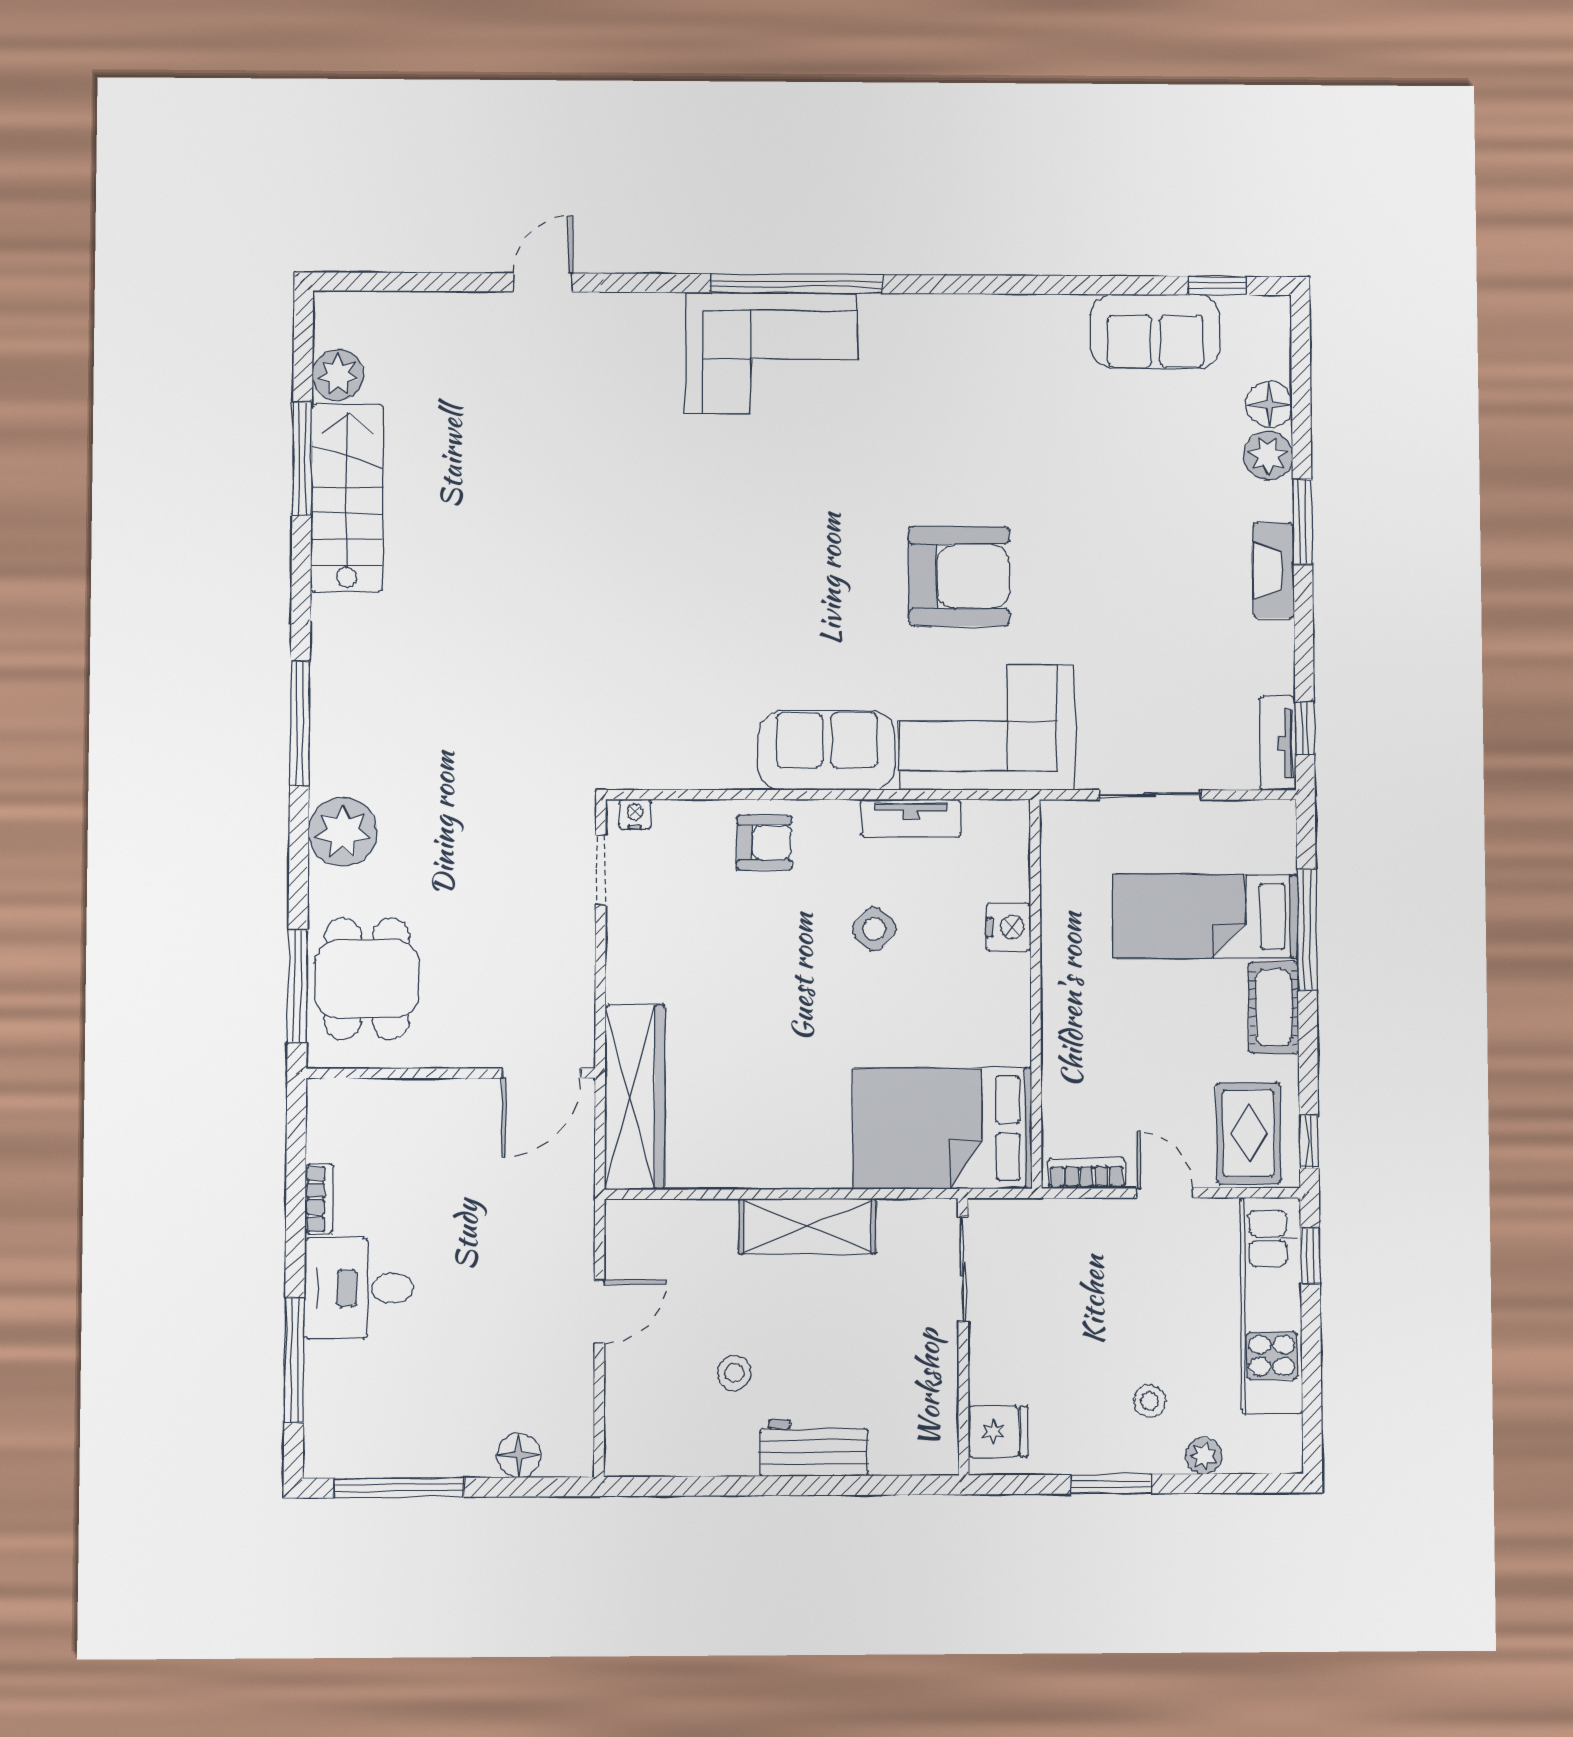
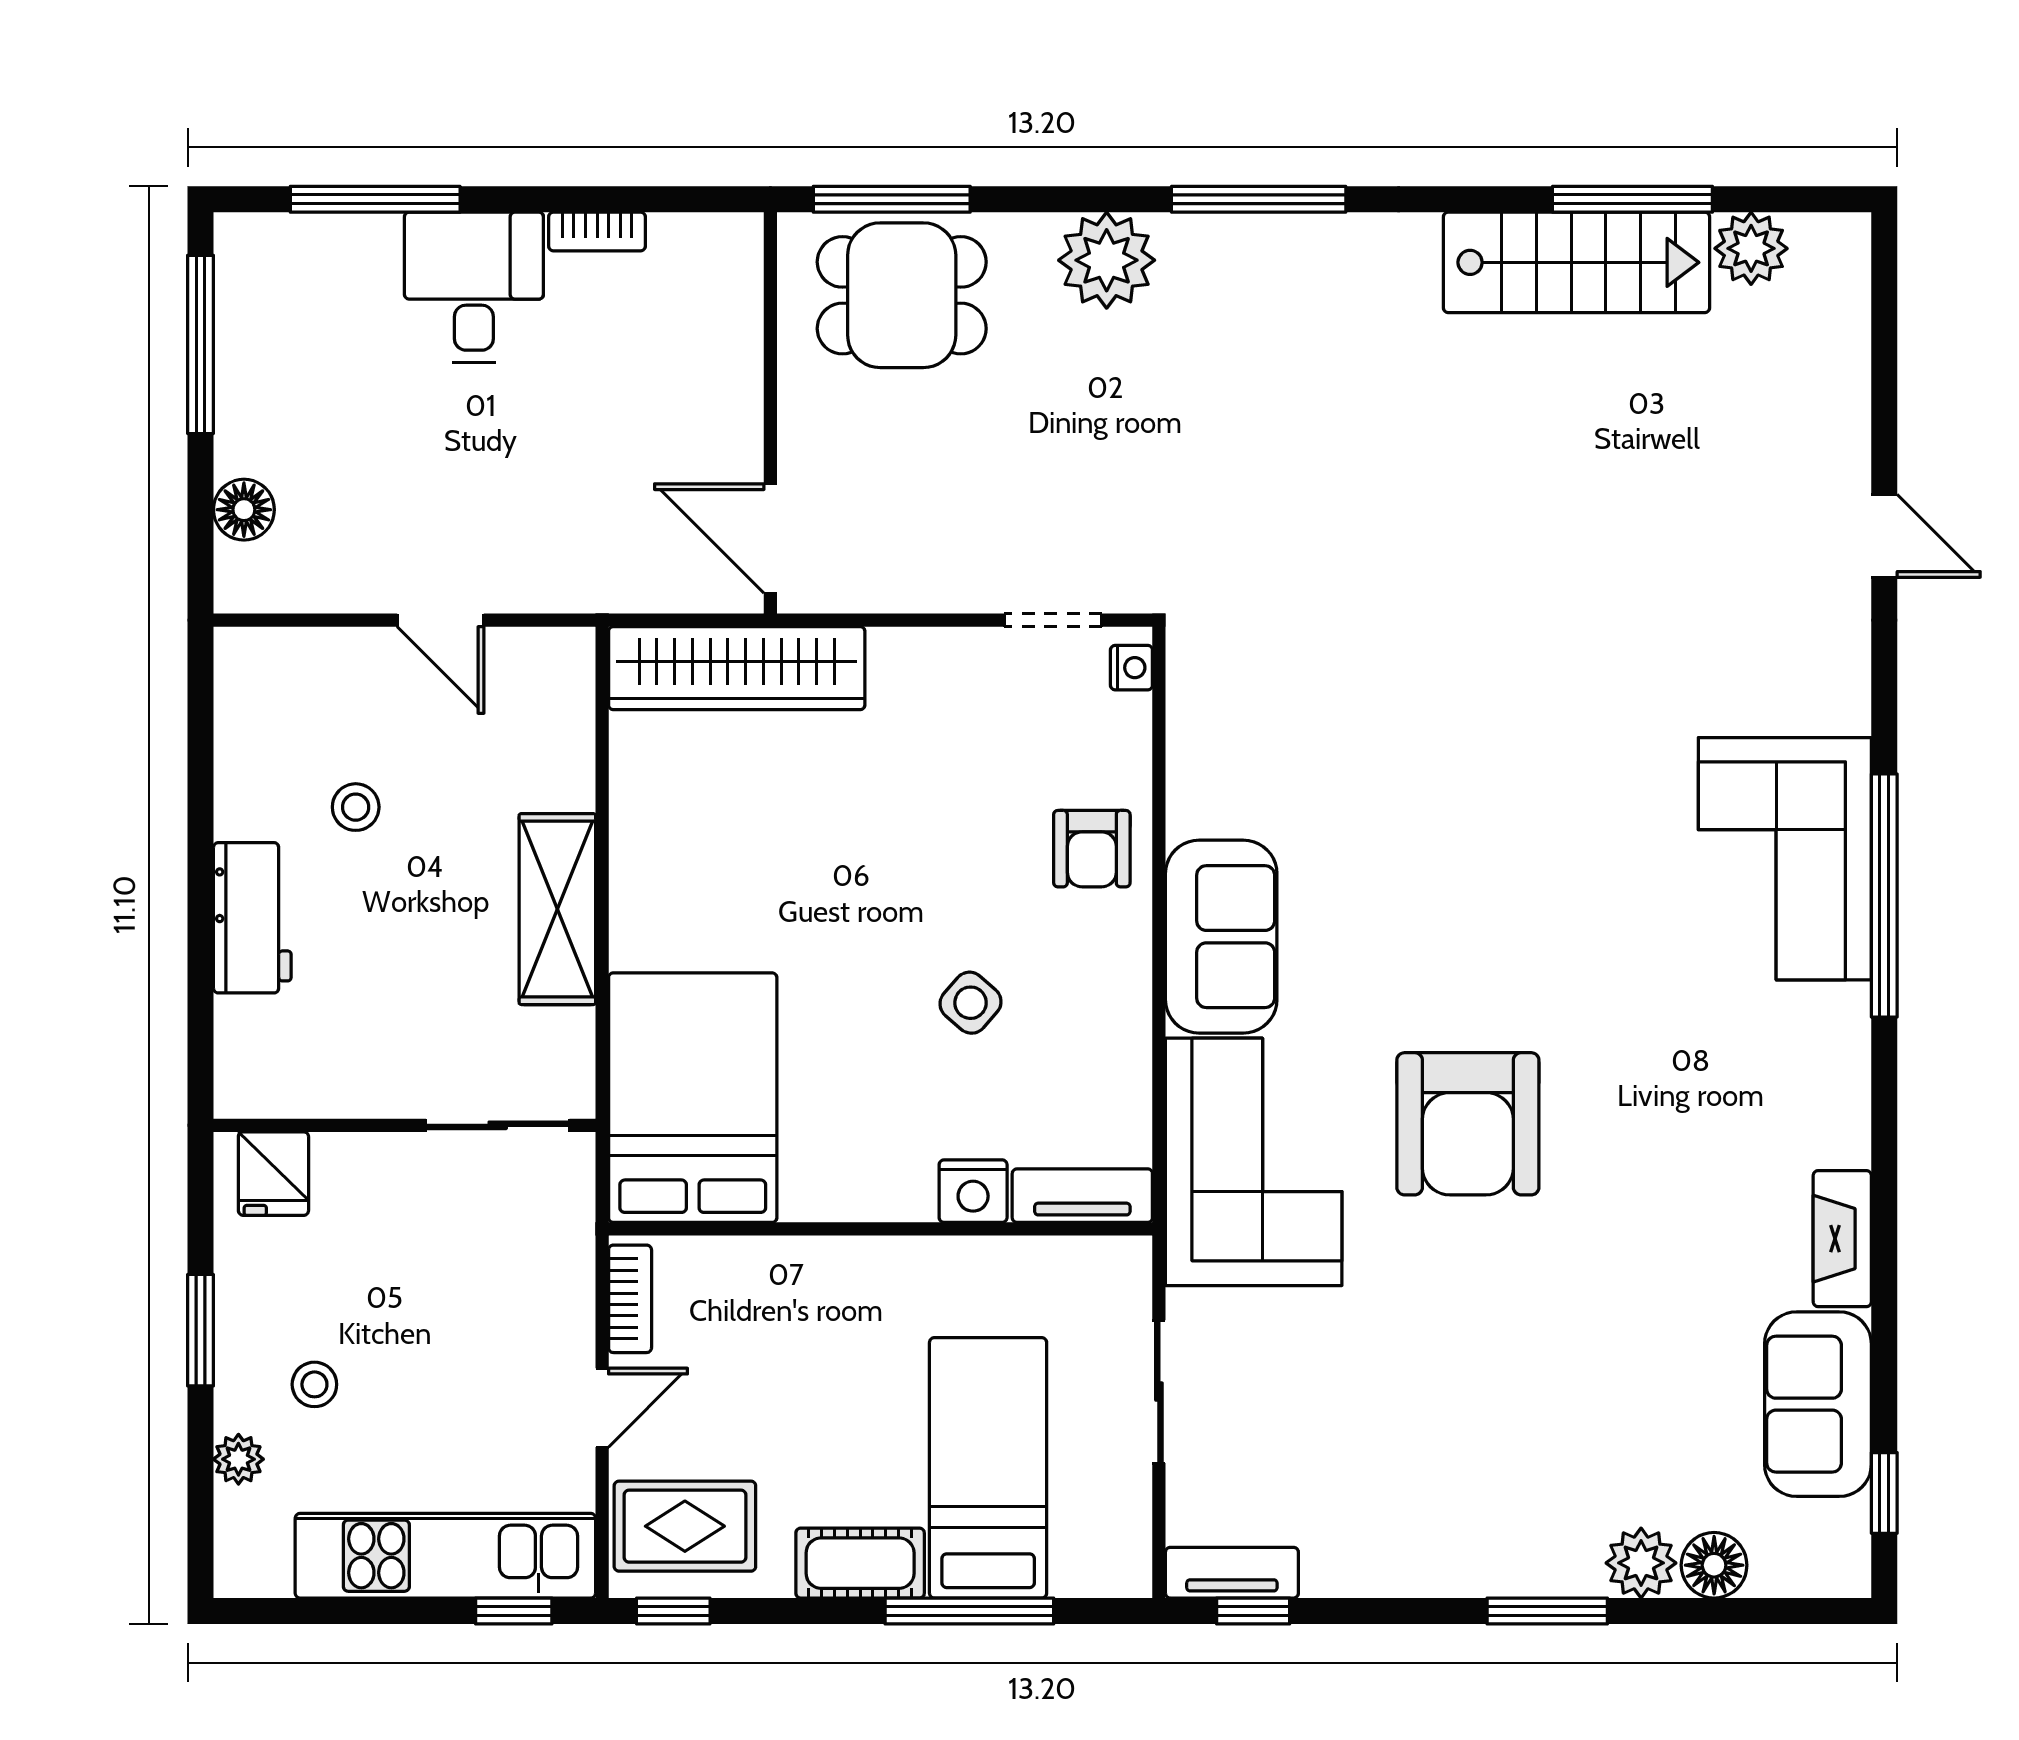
fireplace: (1273, 570) -> (1842, 1239), moved, turned -90
tv unit: (911, 818) -> (1082, 1196), moved, turned 90

